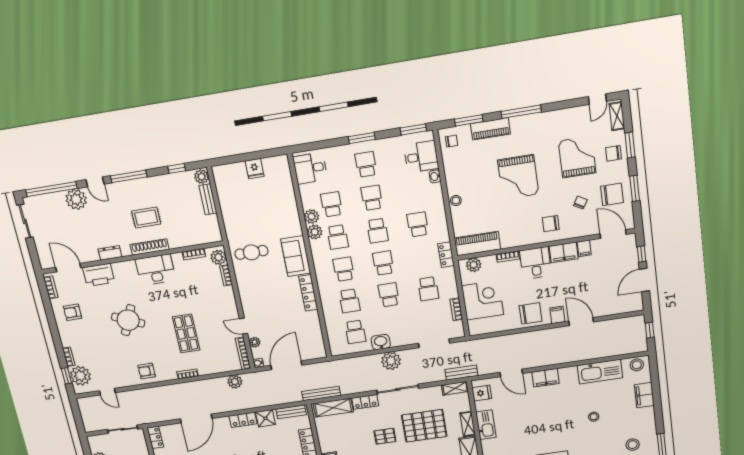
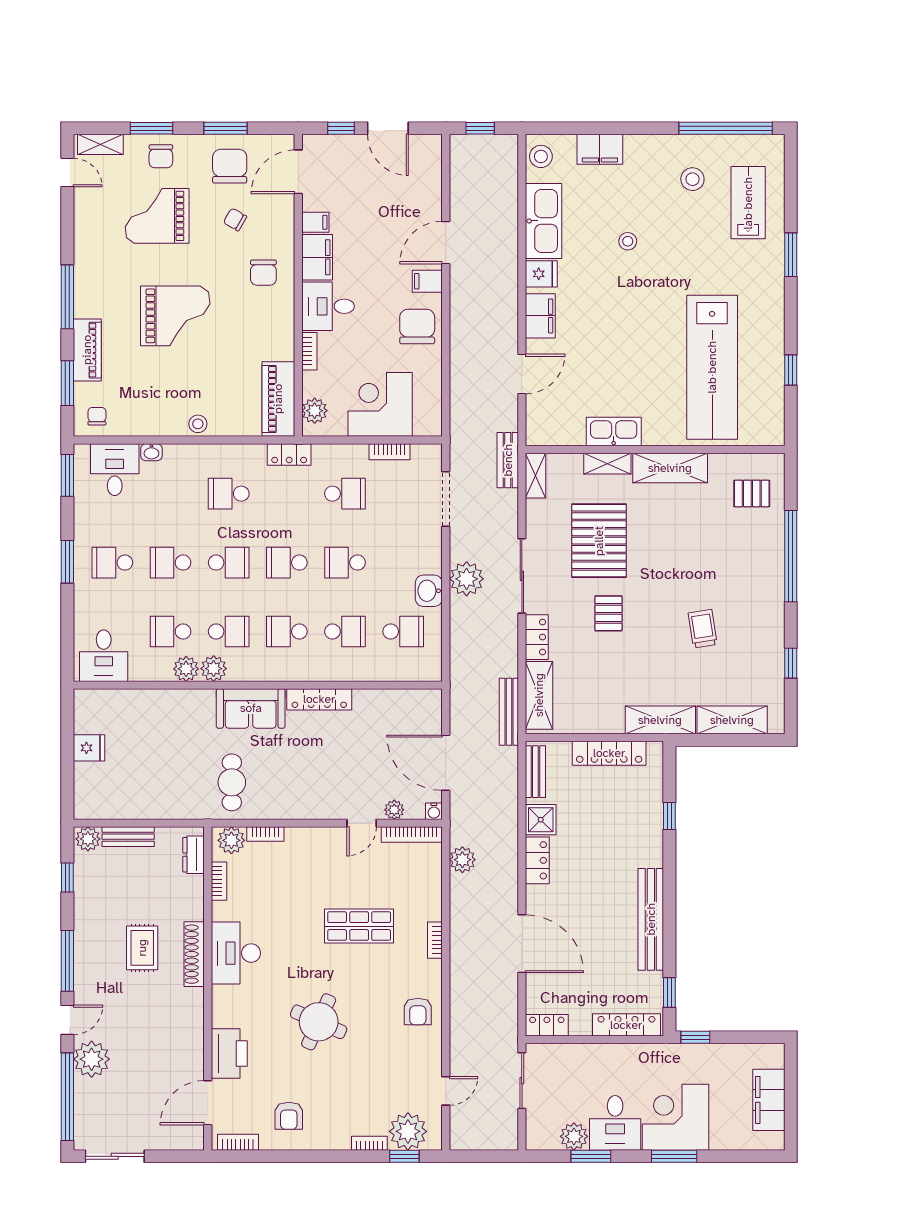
dresser: (110, 253) -> (194, 855), moved
fridge: (482, 393) -> (541, 274), moved, turned 90

